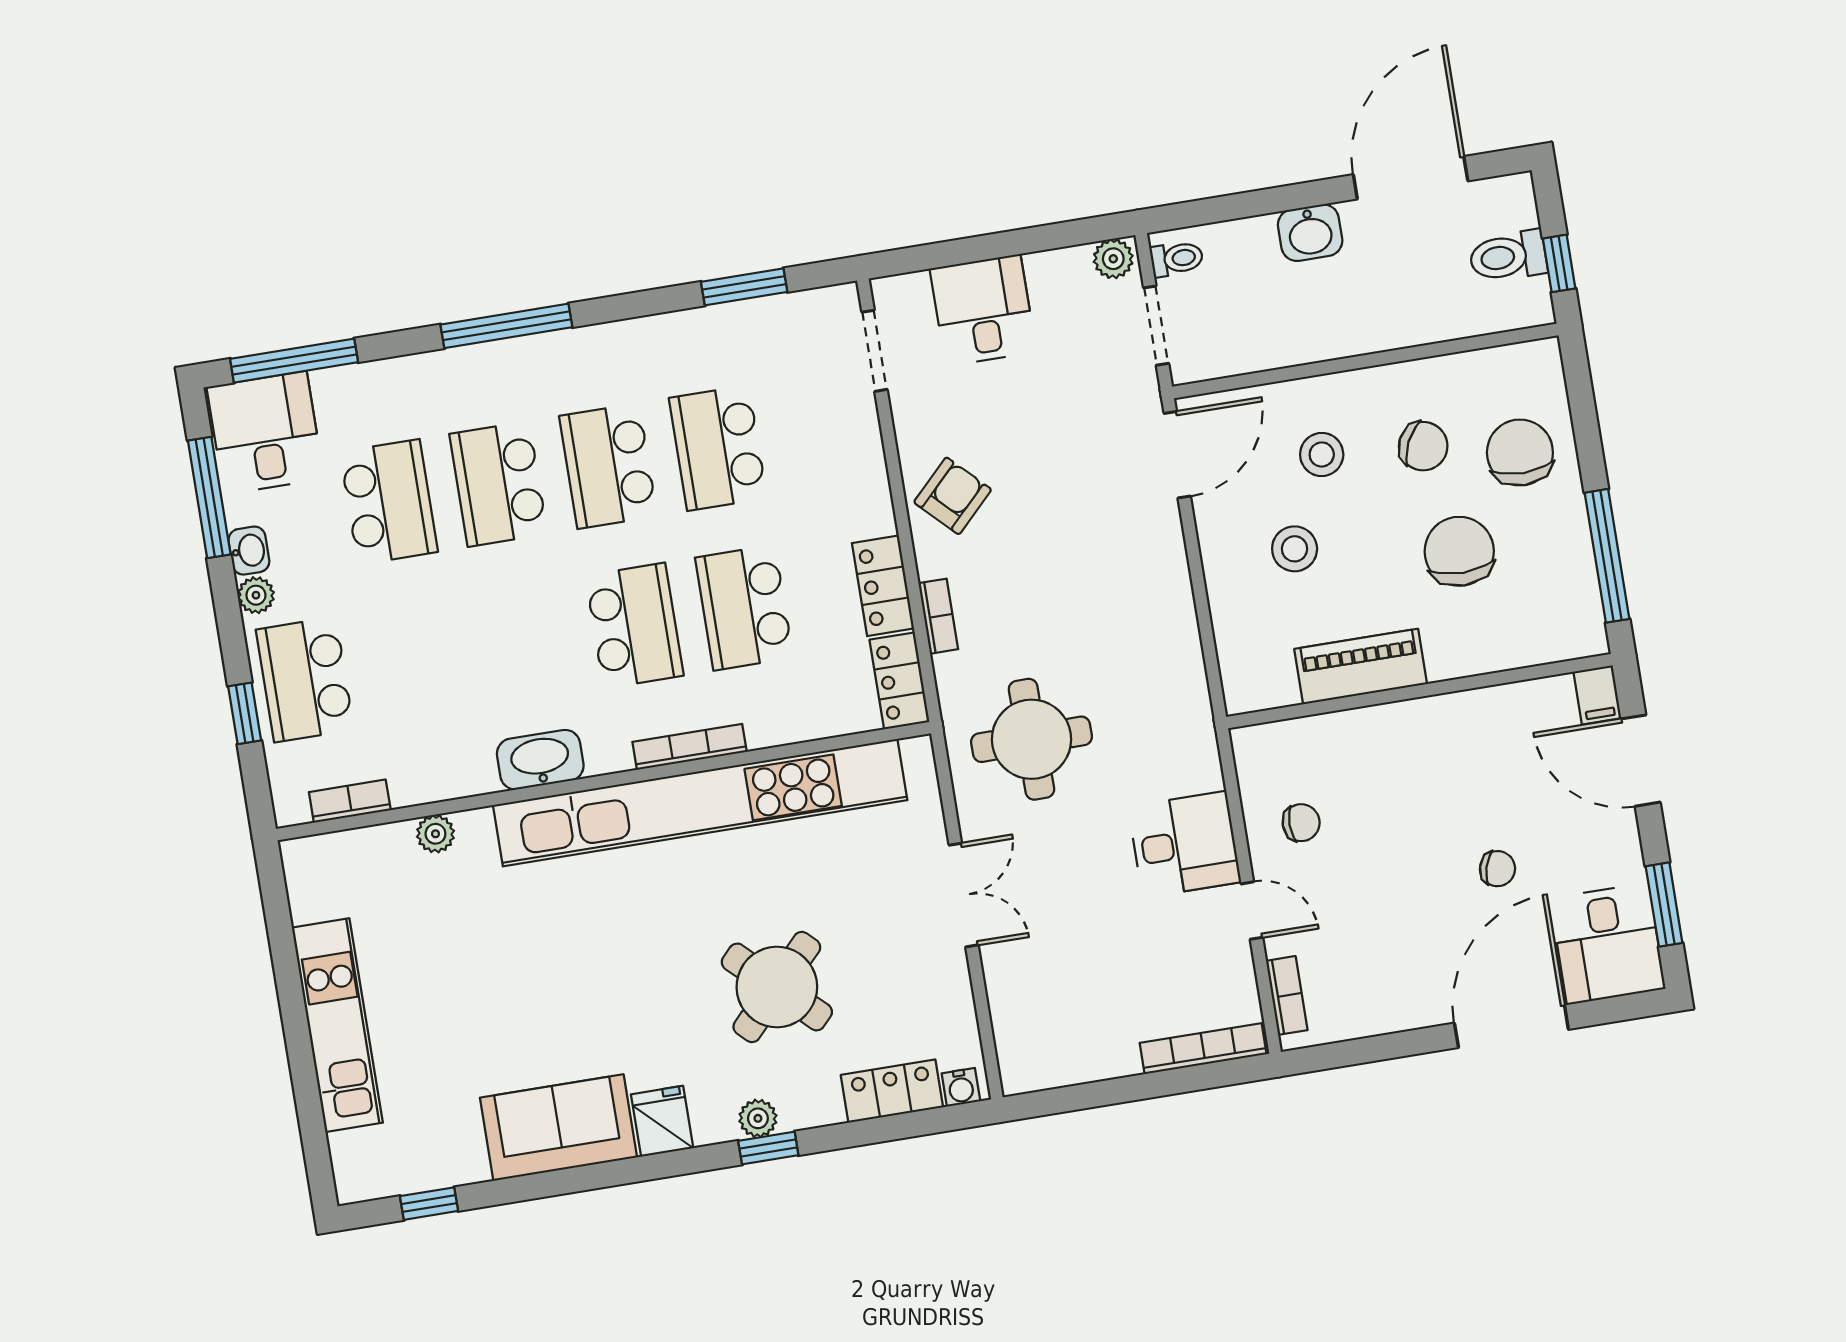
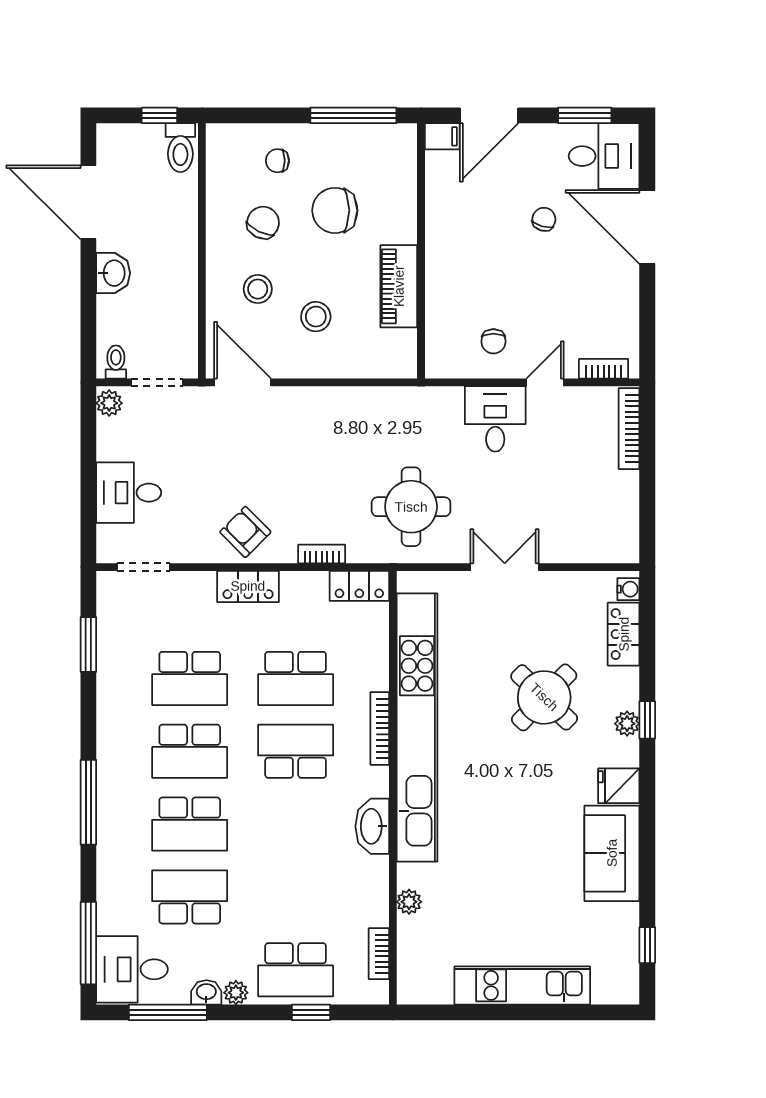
toilet: (1508, 256) -> (180, 148), moved
chair: (1520, 452) -> (277, 161), width x0.54, depth x0.54
locker: (883, 586) -> (248, 586), moved
chair: (1301, 823) -> (493, 341), turned 180

